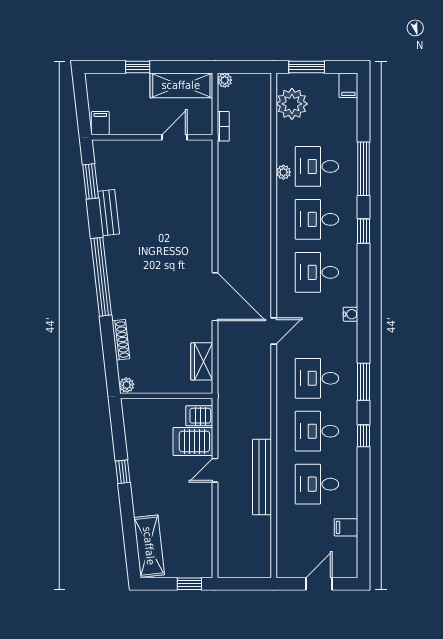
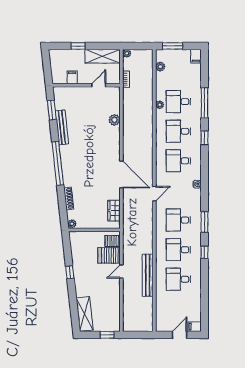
plant: (292, 104) -> (160, 67), width x0.53, depth x0.53
filing cabinet: (100, 123) -> (72, 77), moved
plant: (202, 199) -> (114, 120), added
bench: (109, 213) -> (62, 127), width x1.36
filing cabinet: (346, 527) -> (195, 327), moved

